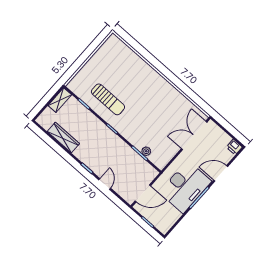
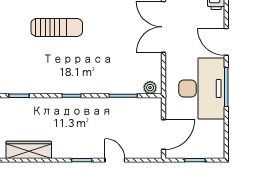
sun lounger: (108, 99) -> (57, 27), moved
plant: (146, 151) -> (150, 88), moved
door: (221, 173) -> (226, 42), hinge flipped

